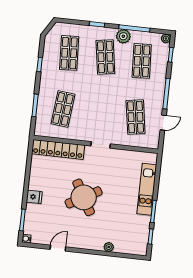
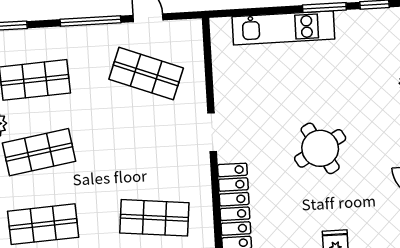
shop shelf: (136, 117) -> (146, 74), turned 30
round table: (84, 197) -> (320, 148), width x0.73, depth x0.73

